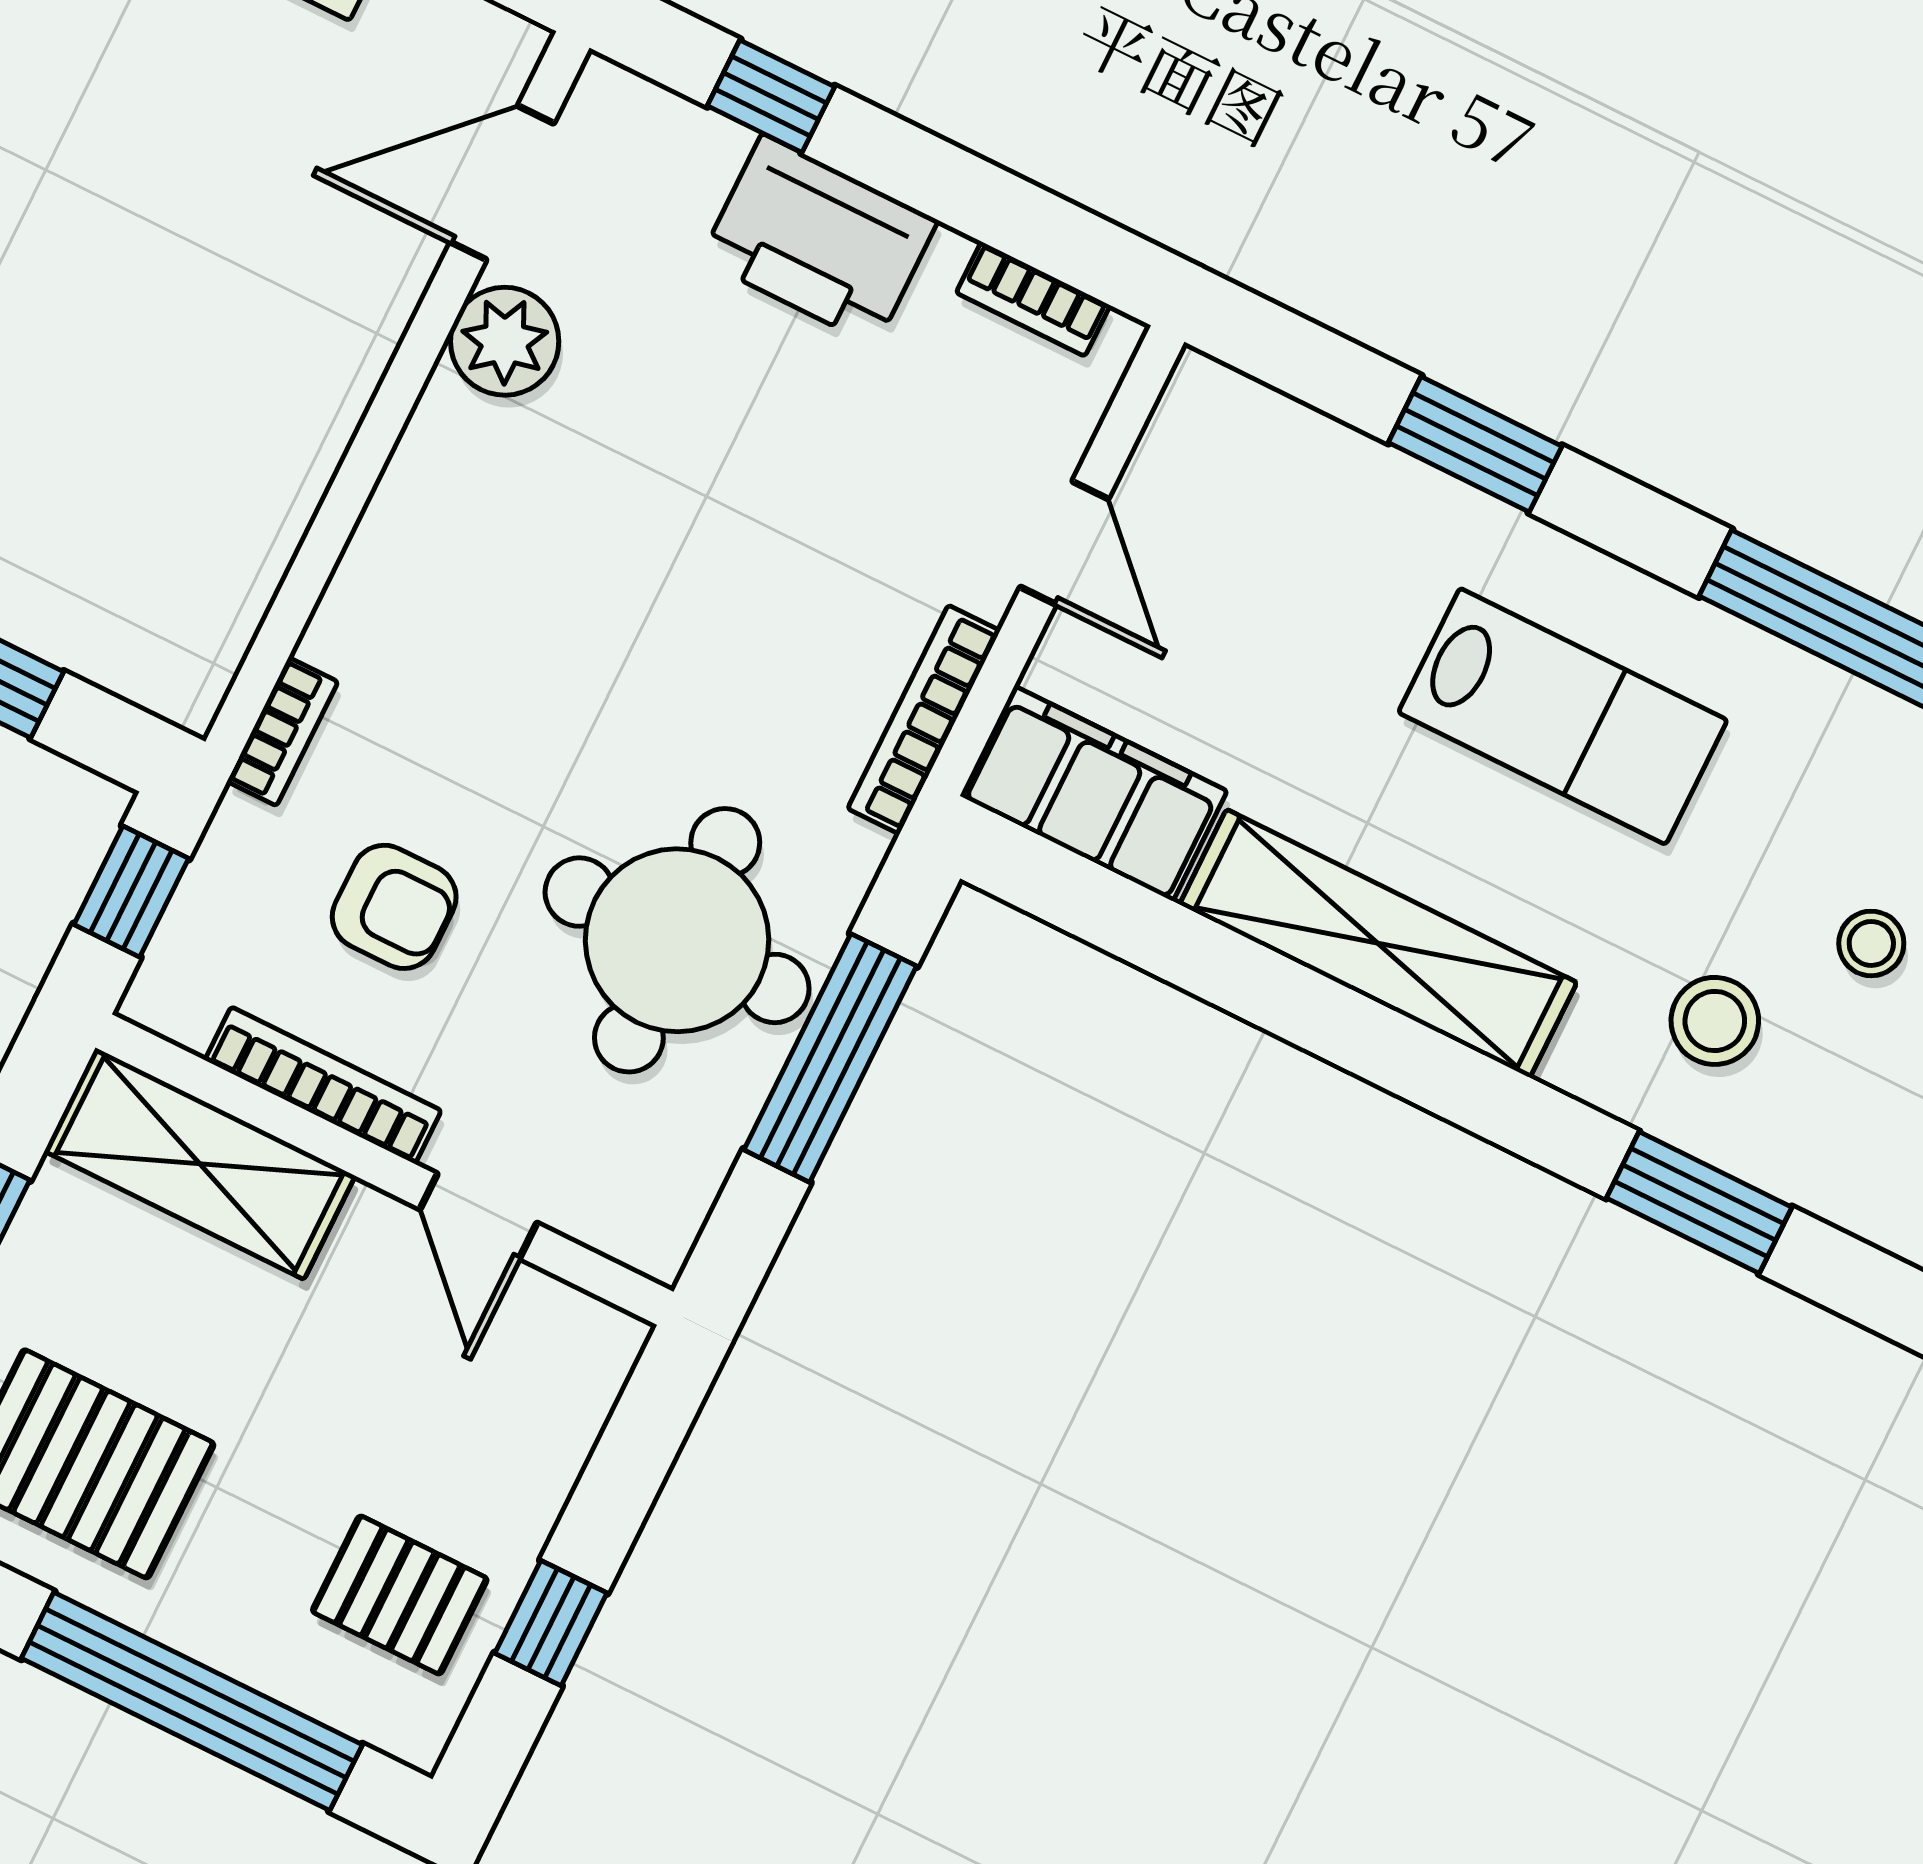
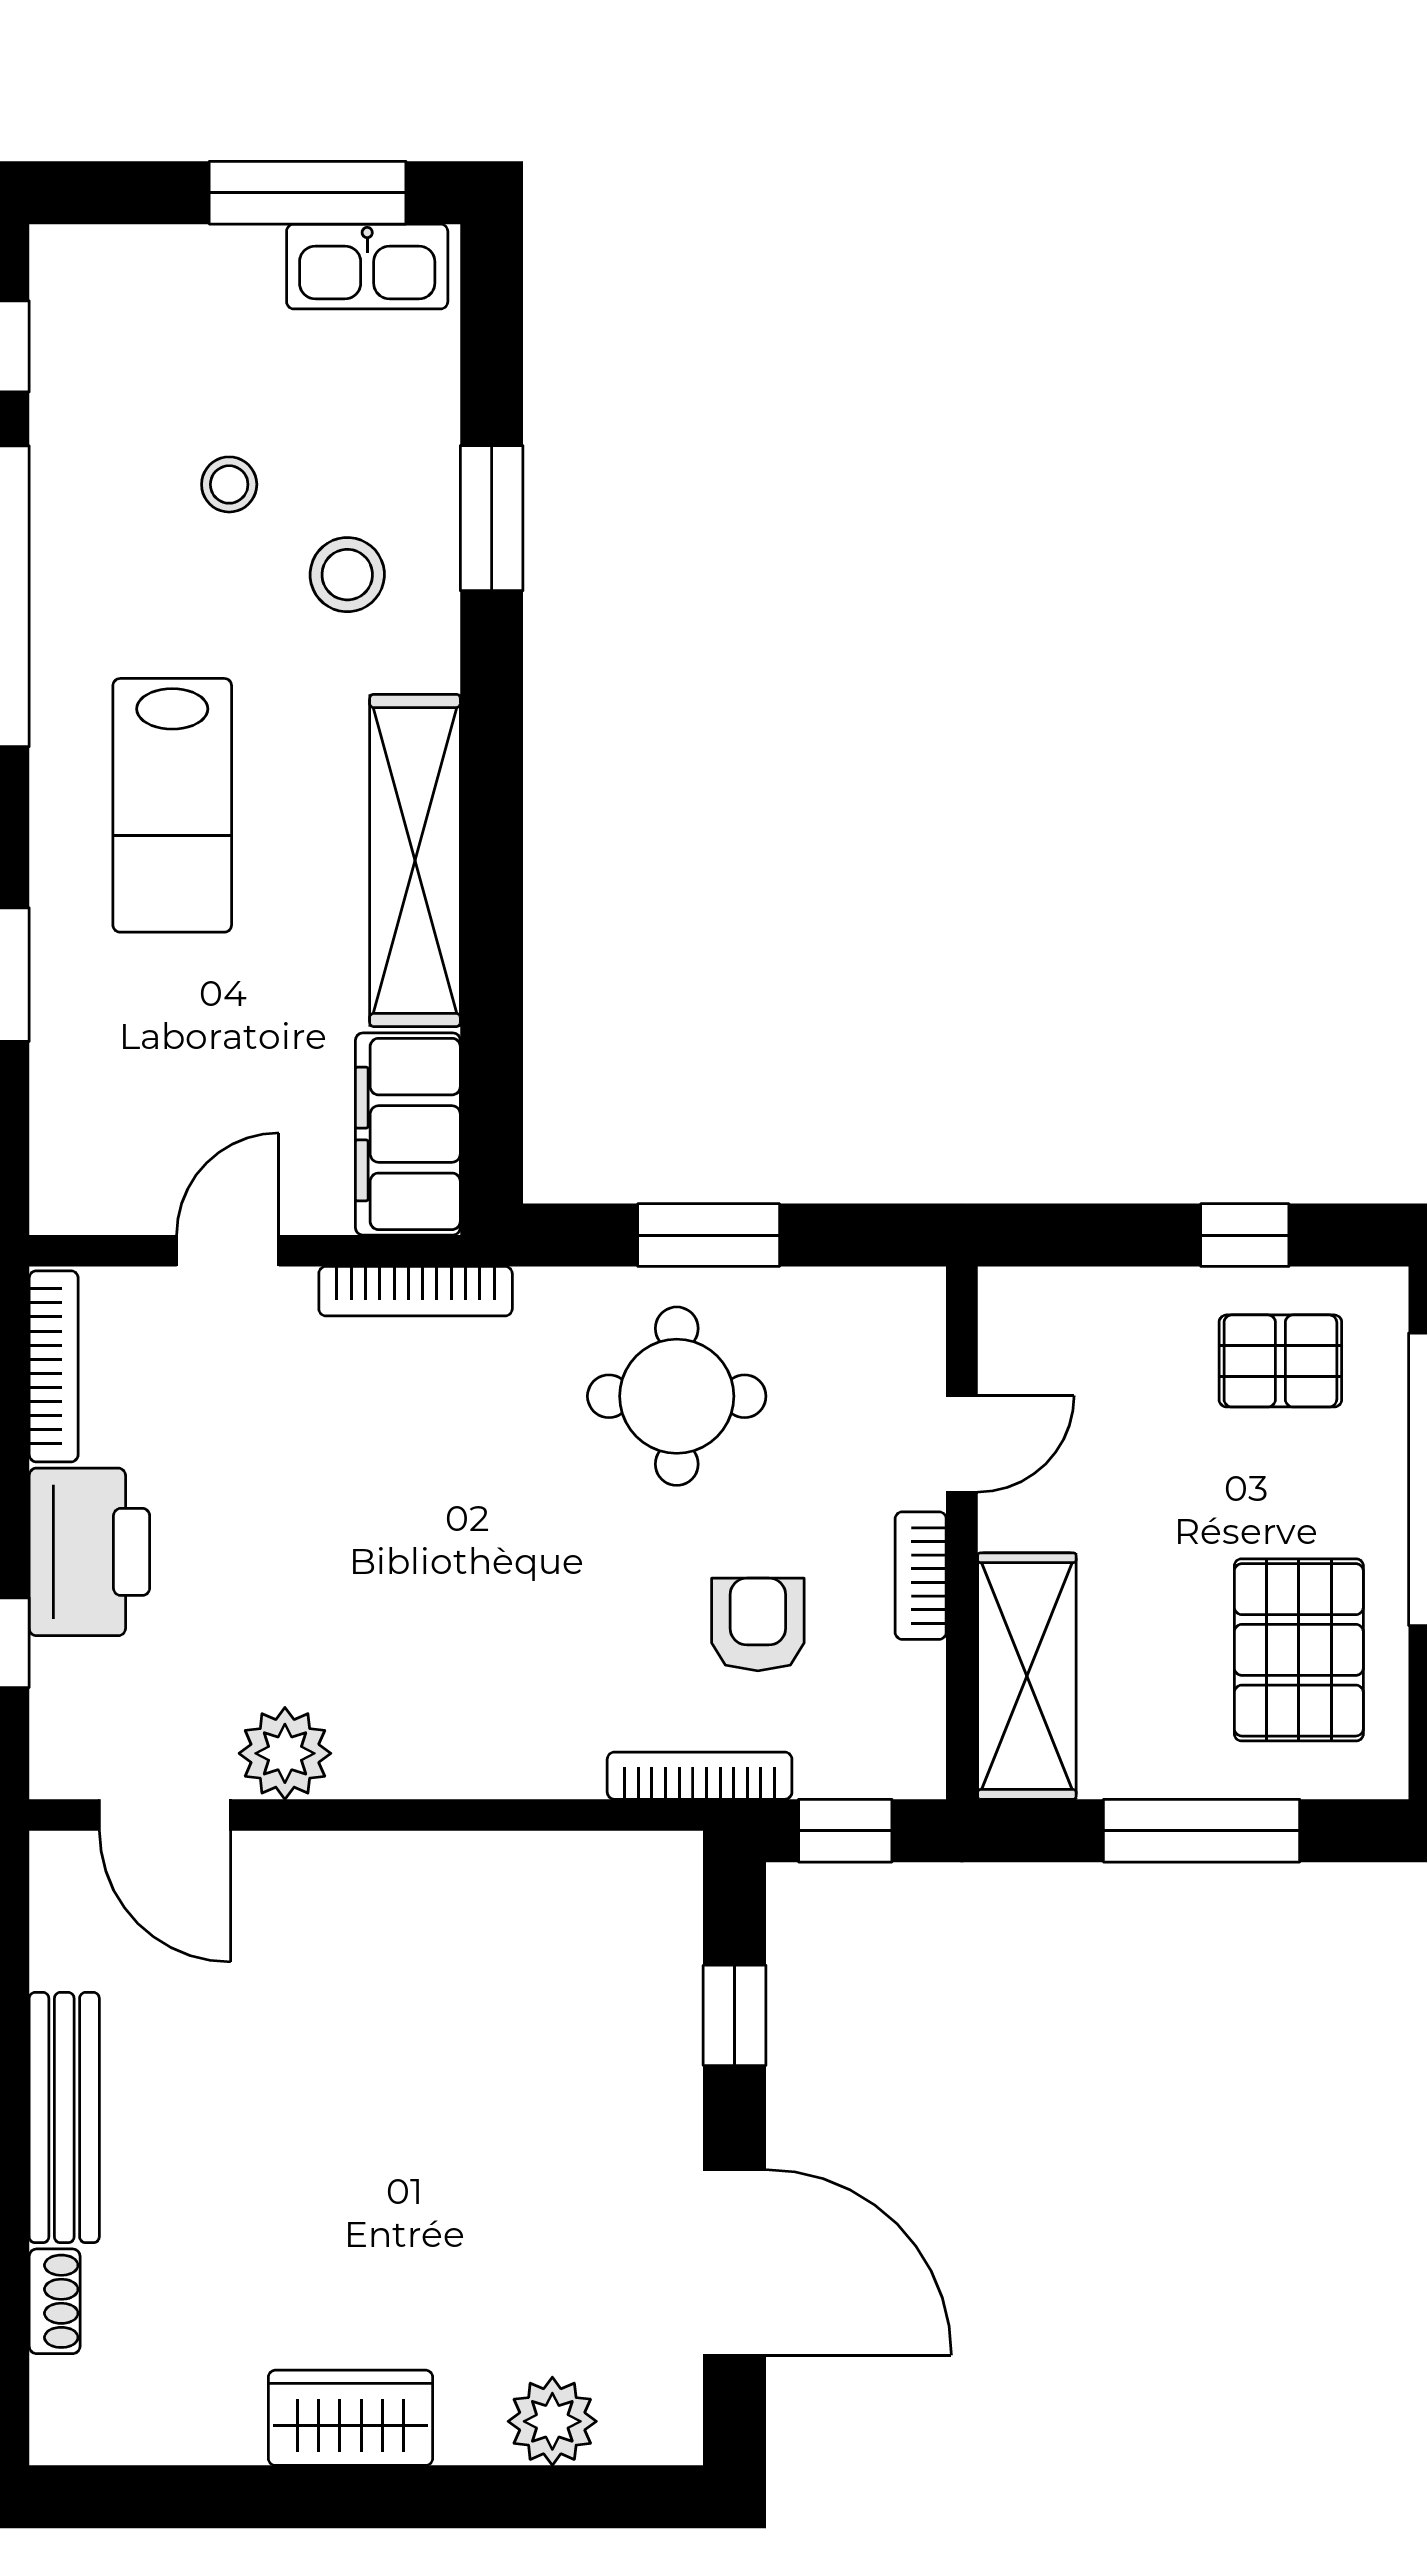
bookcase: (1033, 299) -> (54, 1366), width x1.56
lab bench: (1563, 716) -> (172, 805), turned 180
bookcase: (282, 732) -> (700, 1776), width x1.56
round table: (677, 940) -> (677, 1396), width x0.73, depth x0.73
window: (830, 1058) -> (709, 1235), width x0.69
bookcase: (323, 1085) -> (921, 1576), width x0.64
pallet: (400, 1595) -> (1280, 1361), turned 90

